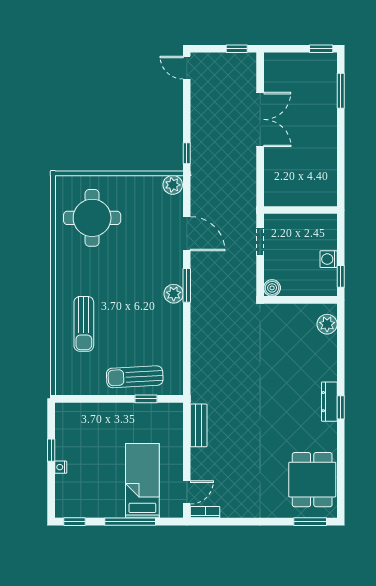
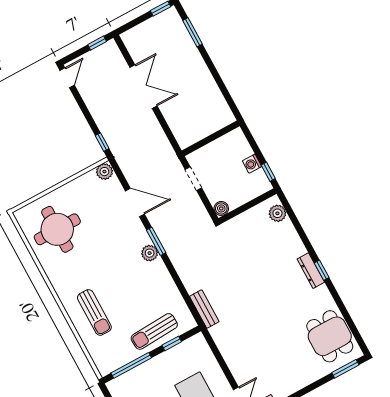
door: (187, 68) -> (67, 78), swing flipped
window: (92, 399) -> (131, 365), added
bench: (199, 425) -> (204, 309), moved

